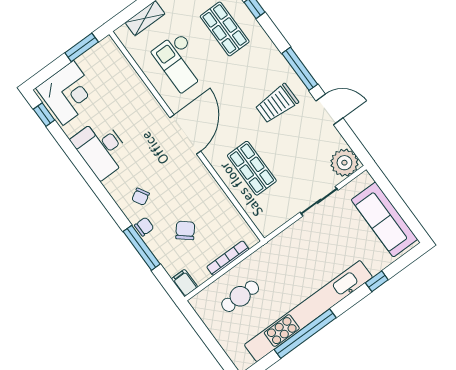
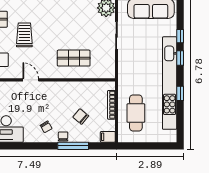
trolley: (277, 104) -> (24, 35), moved, turned 180
door: (185, 134) -> (31, 80), width x0.53
cafe table: (240, 296) -> (136, 113), width x1.37, depth x1.35
window: (349, 301) -> (180, 58), added
window: (305, 334) -> (180, 93), width x0.32

